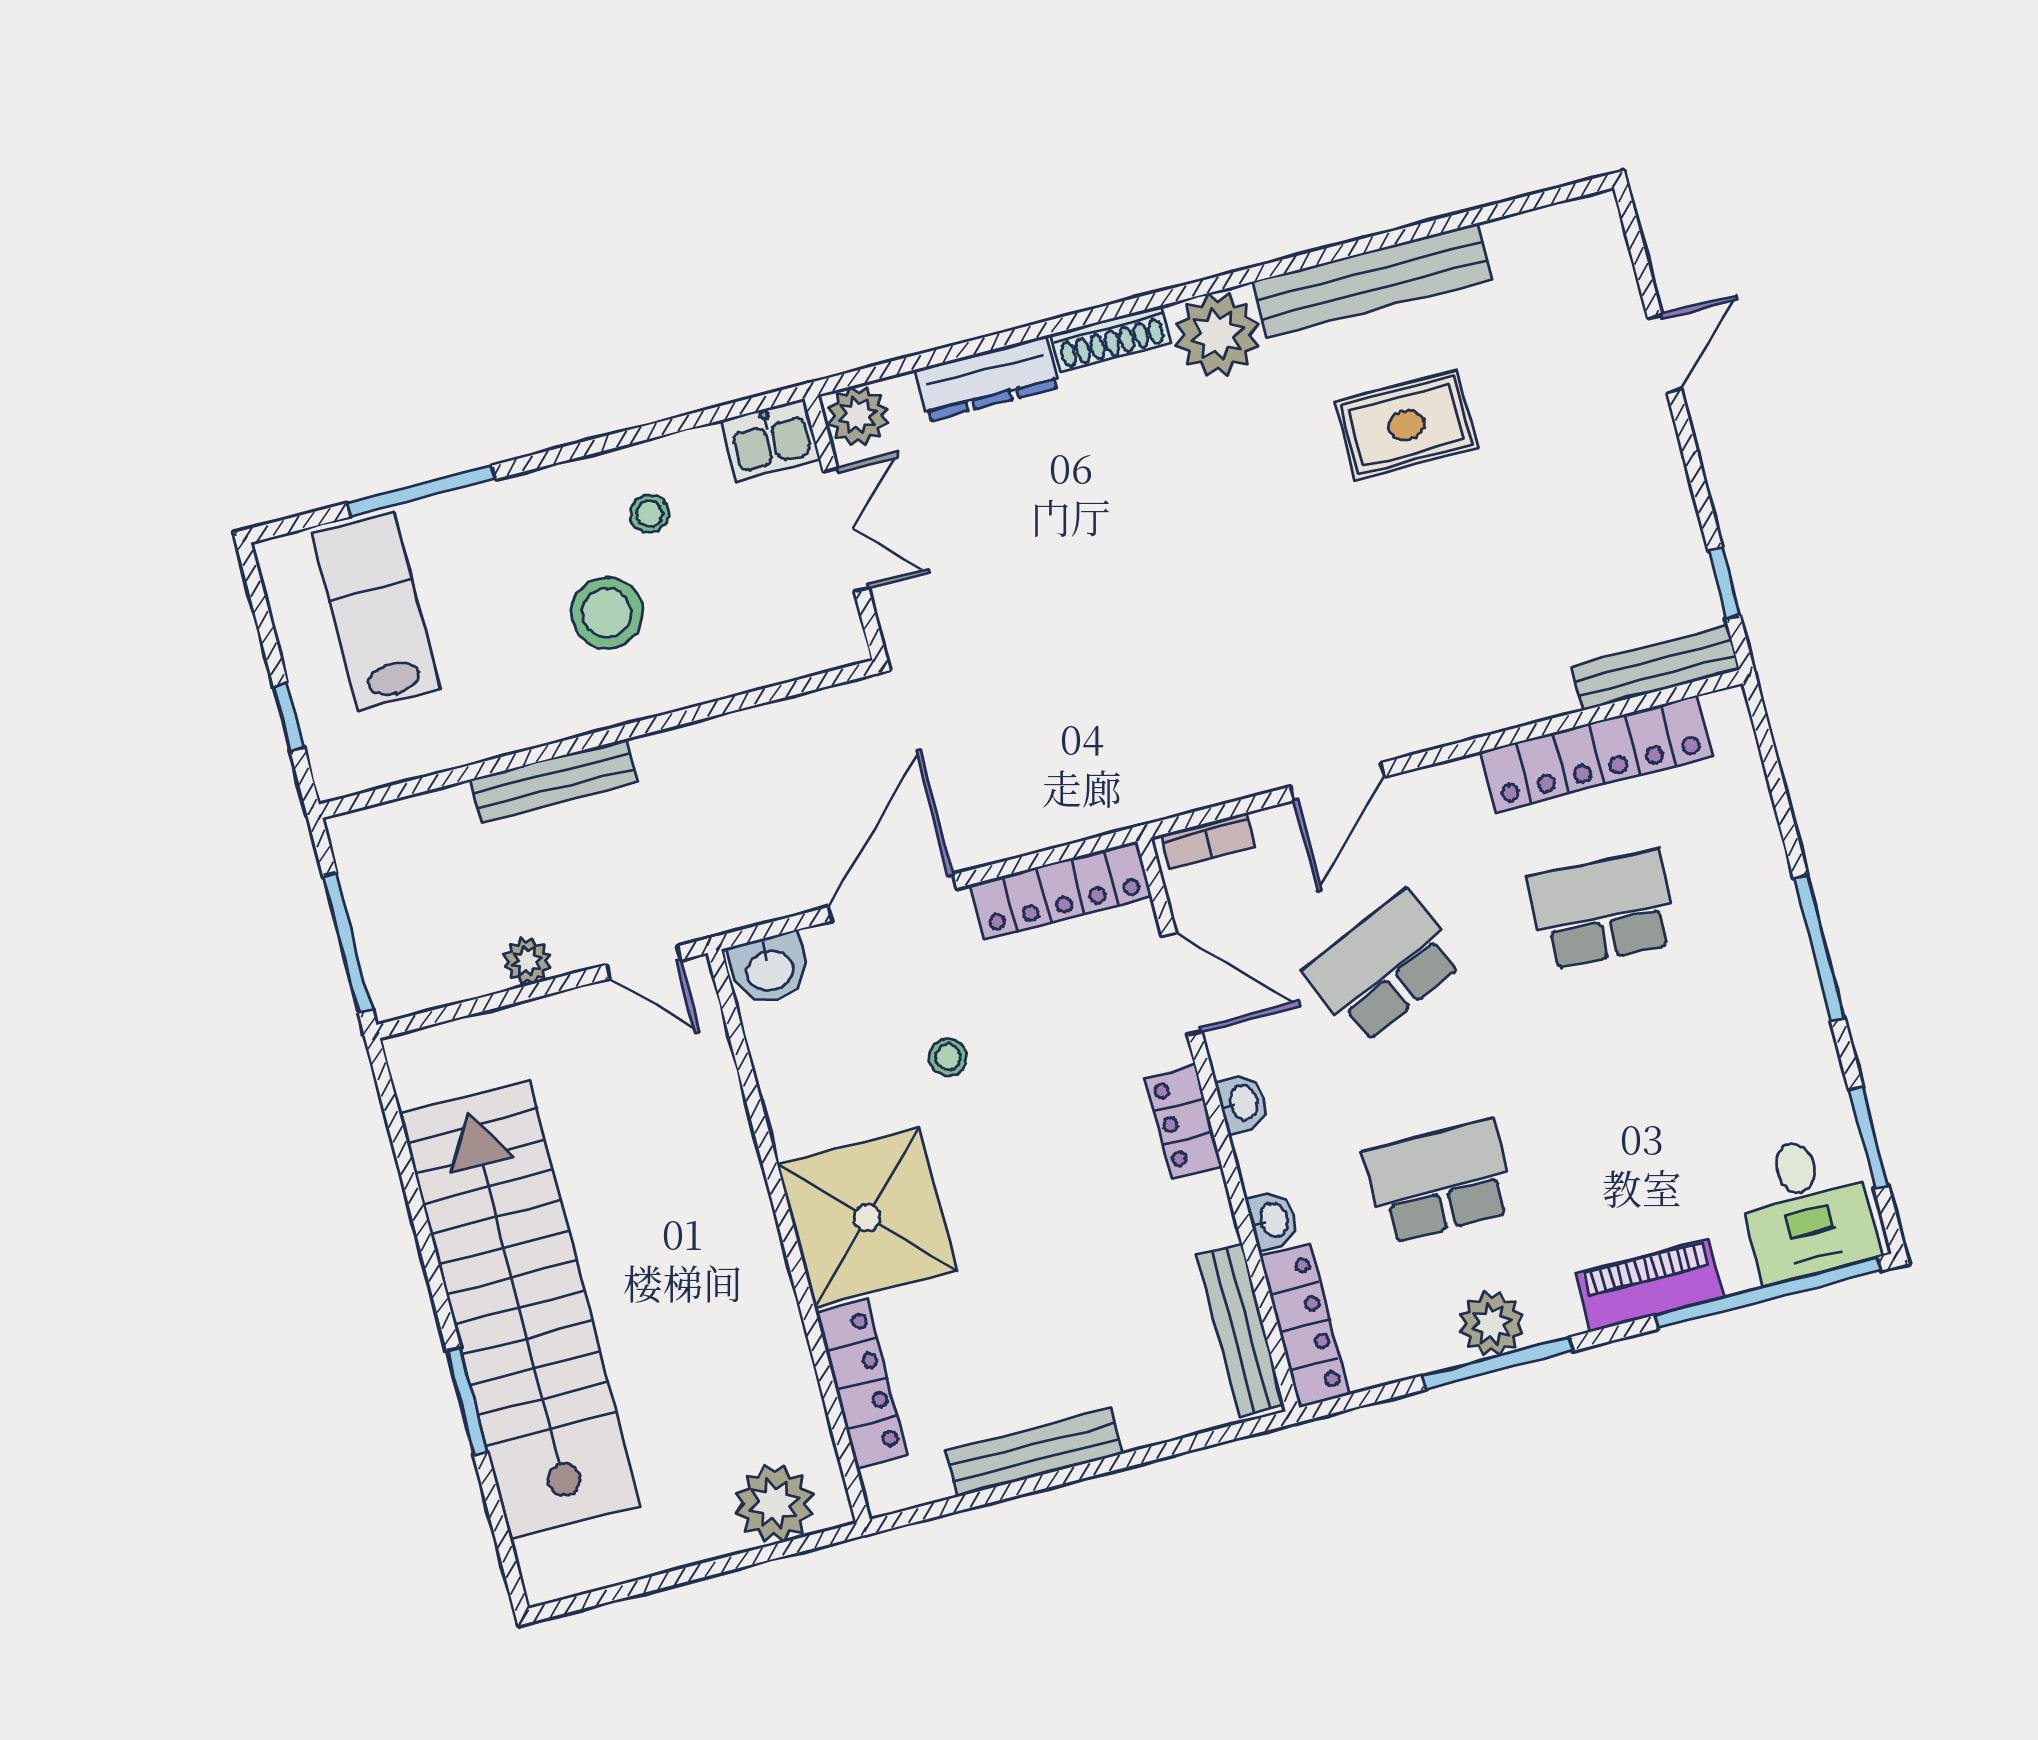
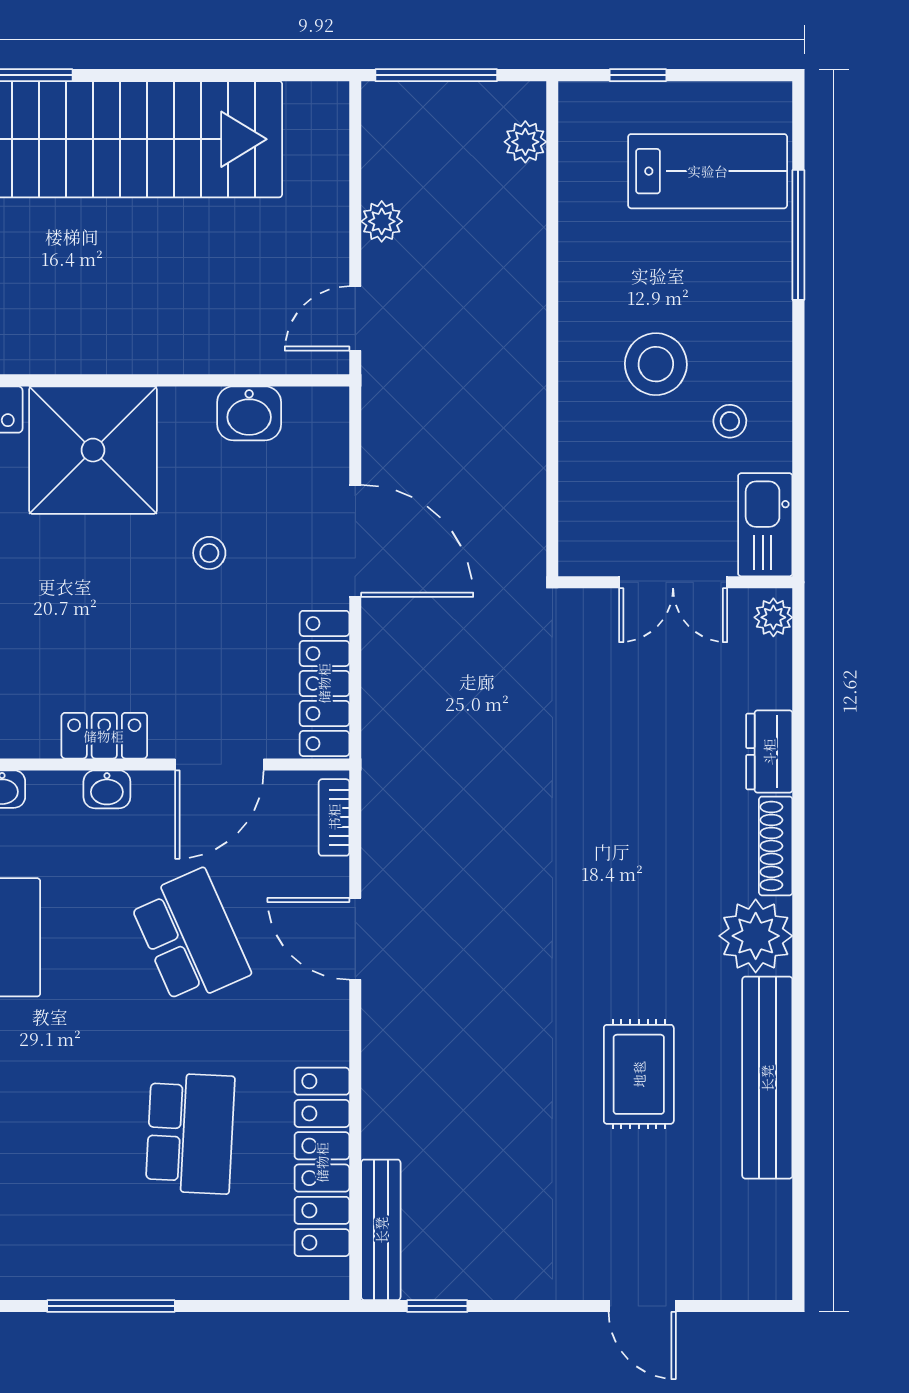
dresser: (987, 378) -> (769, 752), width x0.70
plant: (858, 416) -> (773, 617), width x0.73, depth x0.73
kitchen sink: (770, 440) -> (765, 525), width x1.38
bench: (554, 781) -> (527, 283), removed
plant: (396, 824) -> (525, 142), added
washbasin: (770, 969) -> (249, 413), moved, turned -90

